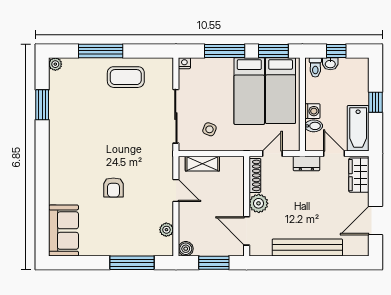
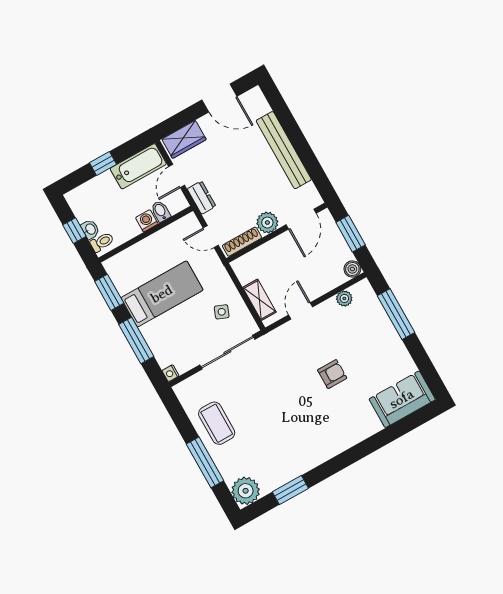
plant: (55, 64) -> (246, 491), width x1.88, depth x1.88
bed: (281, 91) -> (144, 263), removed

